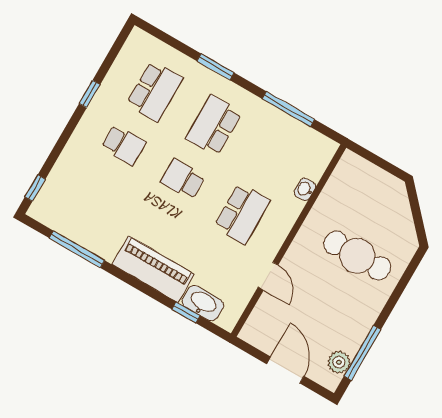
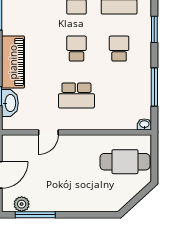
school desk: (214, 125) -> (119, 49), width x0.54
washbasin: (305, 189) -> (144, 124), moved
cafe table: (357, 256) -> (125, 162), moved, turned 90

